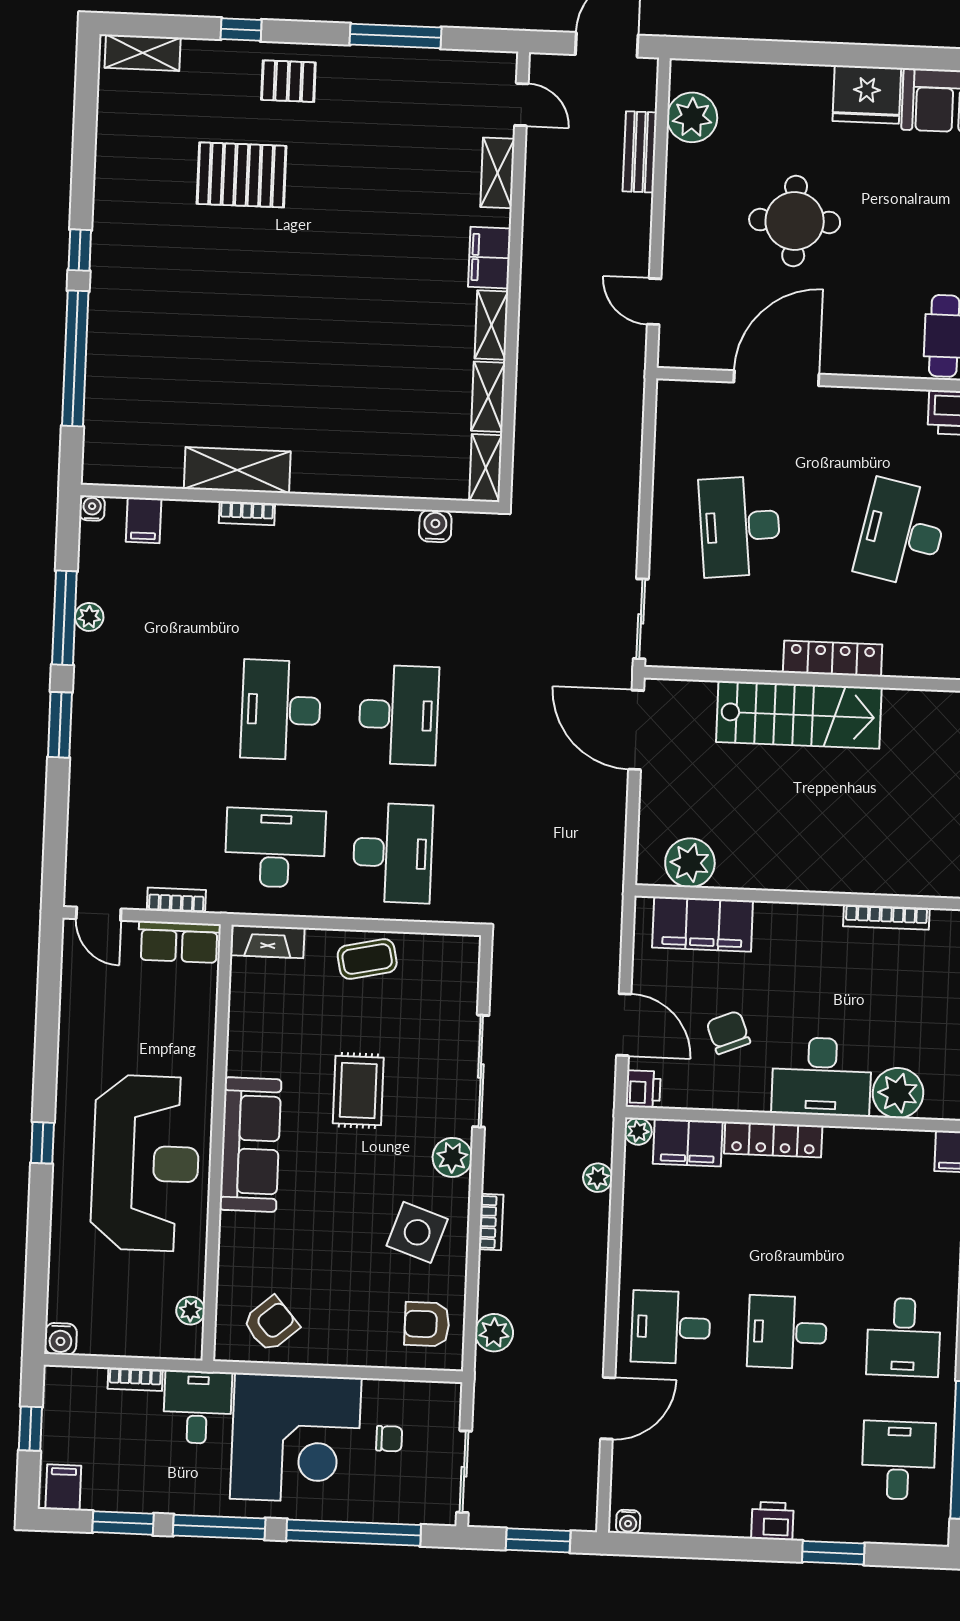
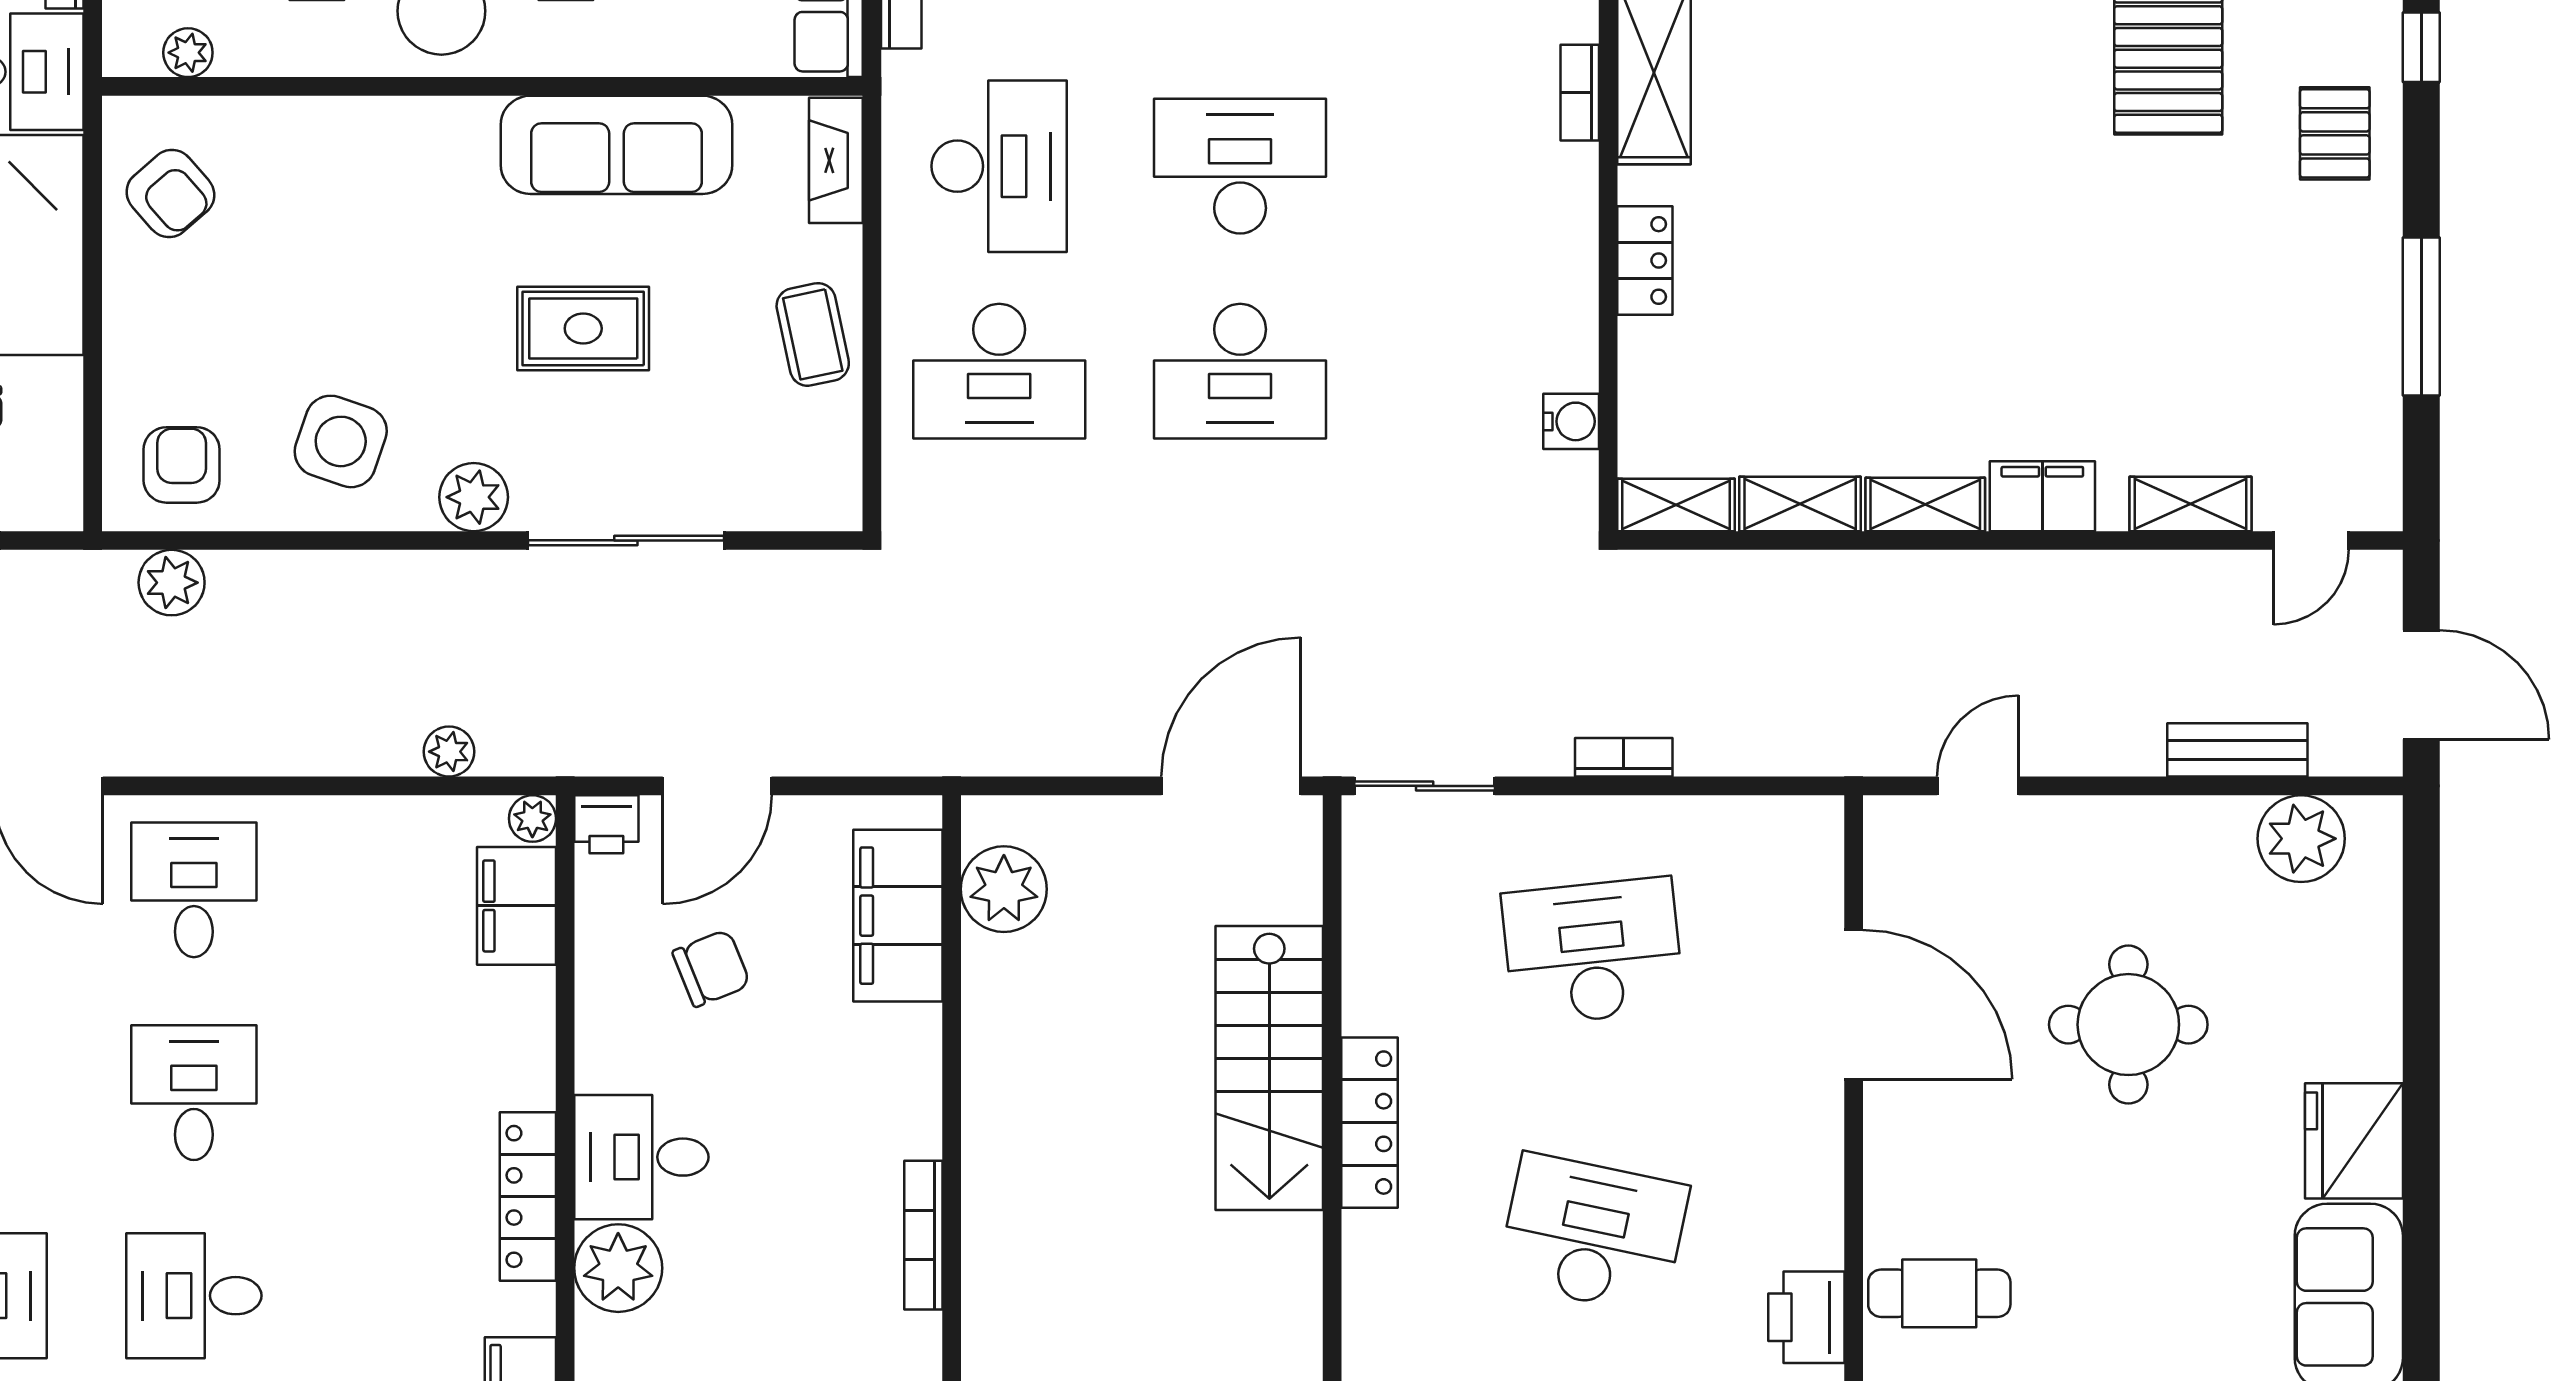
locker: (345, 480) -> (1645, 260), added
desk: (822, 1077) -> (641, 1157), width x0.73
locker: (773, 1140) -> (528, 1196), moved
sofa: (250, 1145) -> (617, 145), moved
bookcase: (491, 1222) -> (1624, 757), moved, turned 180

